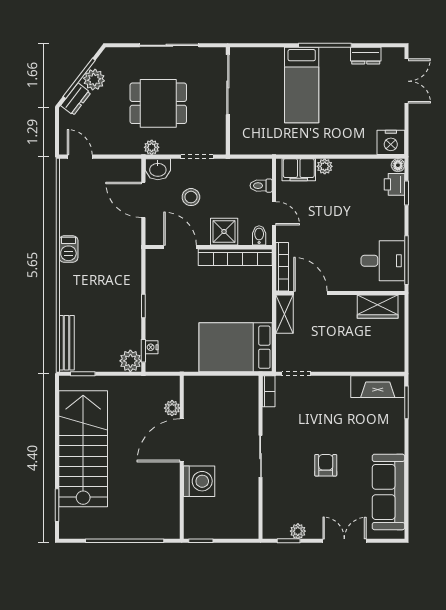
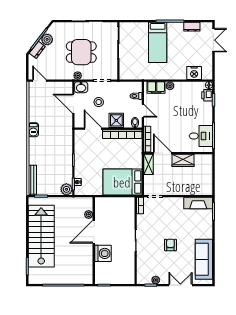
nightstand: (391, 142) -> (194, 73), moved
wardrobe: (378, 307) -> (183, 160), moved

